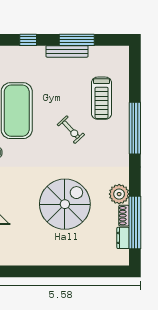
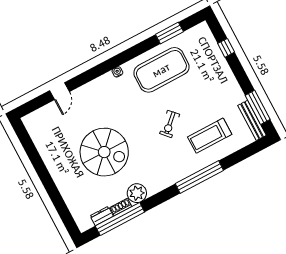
window: (77, 40) -> (258, 107), moved
bench: (67, 51) -> (252, 120), moved

